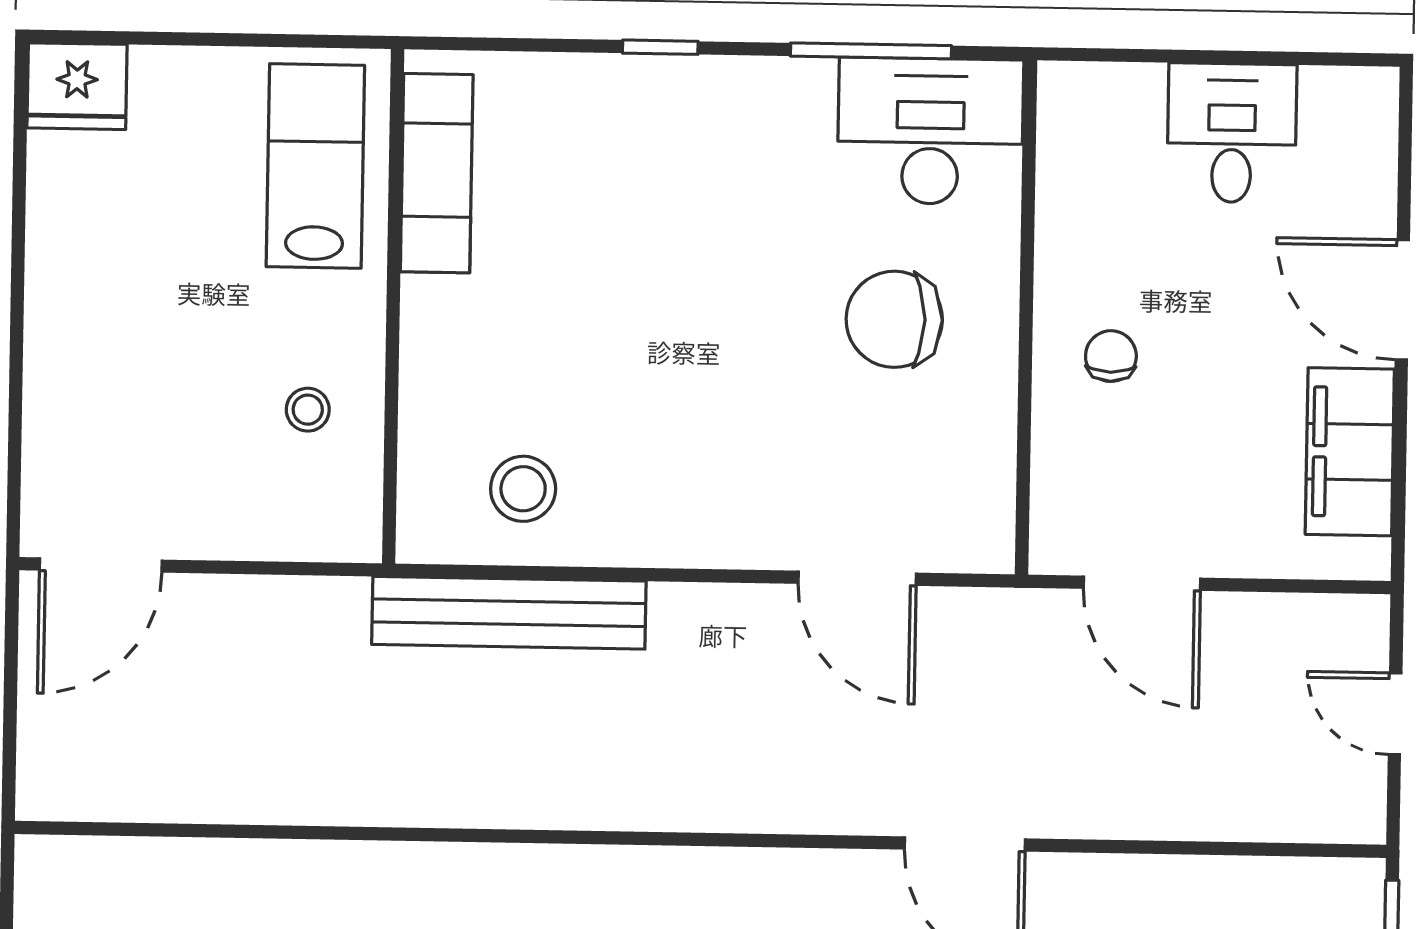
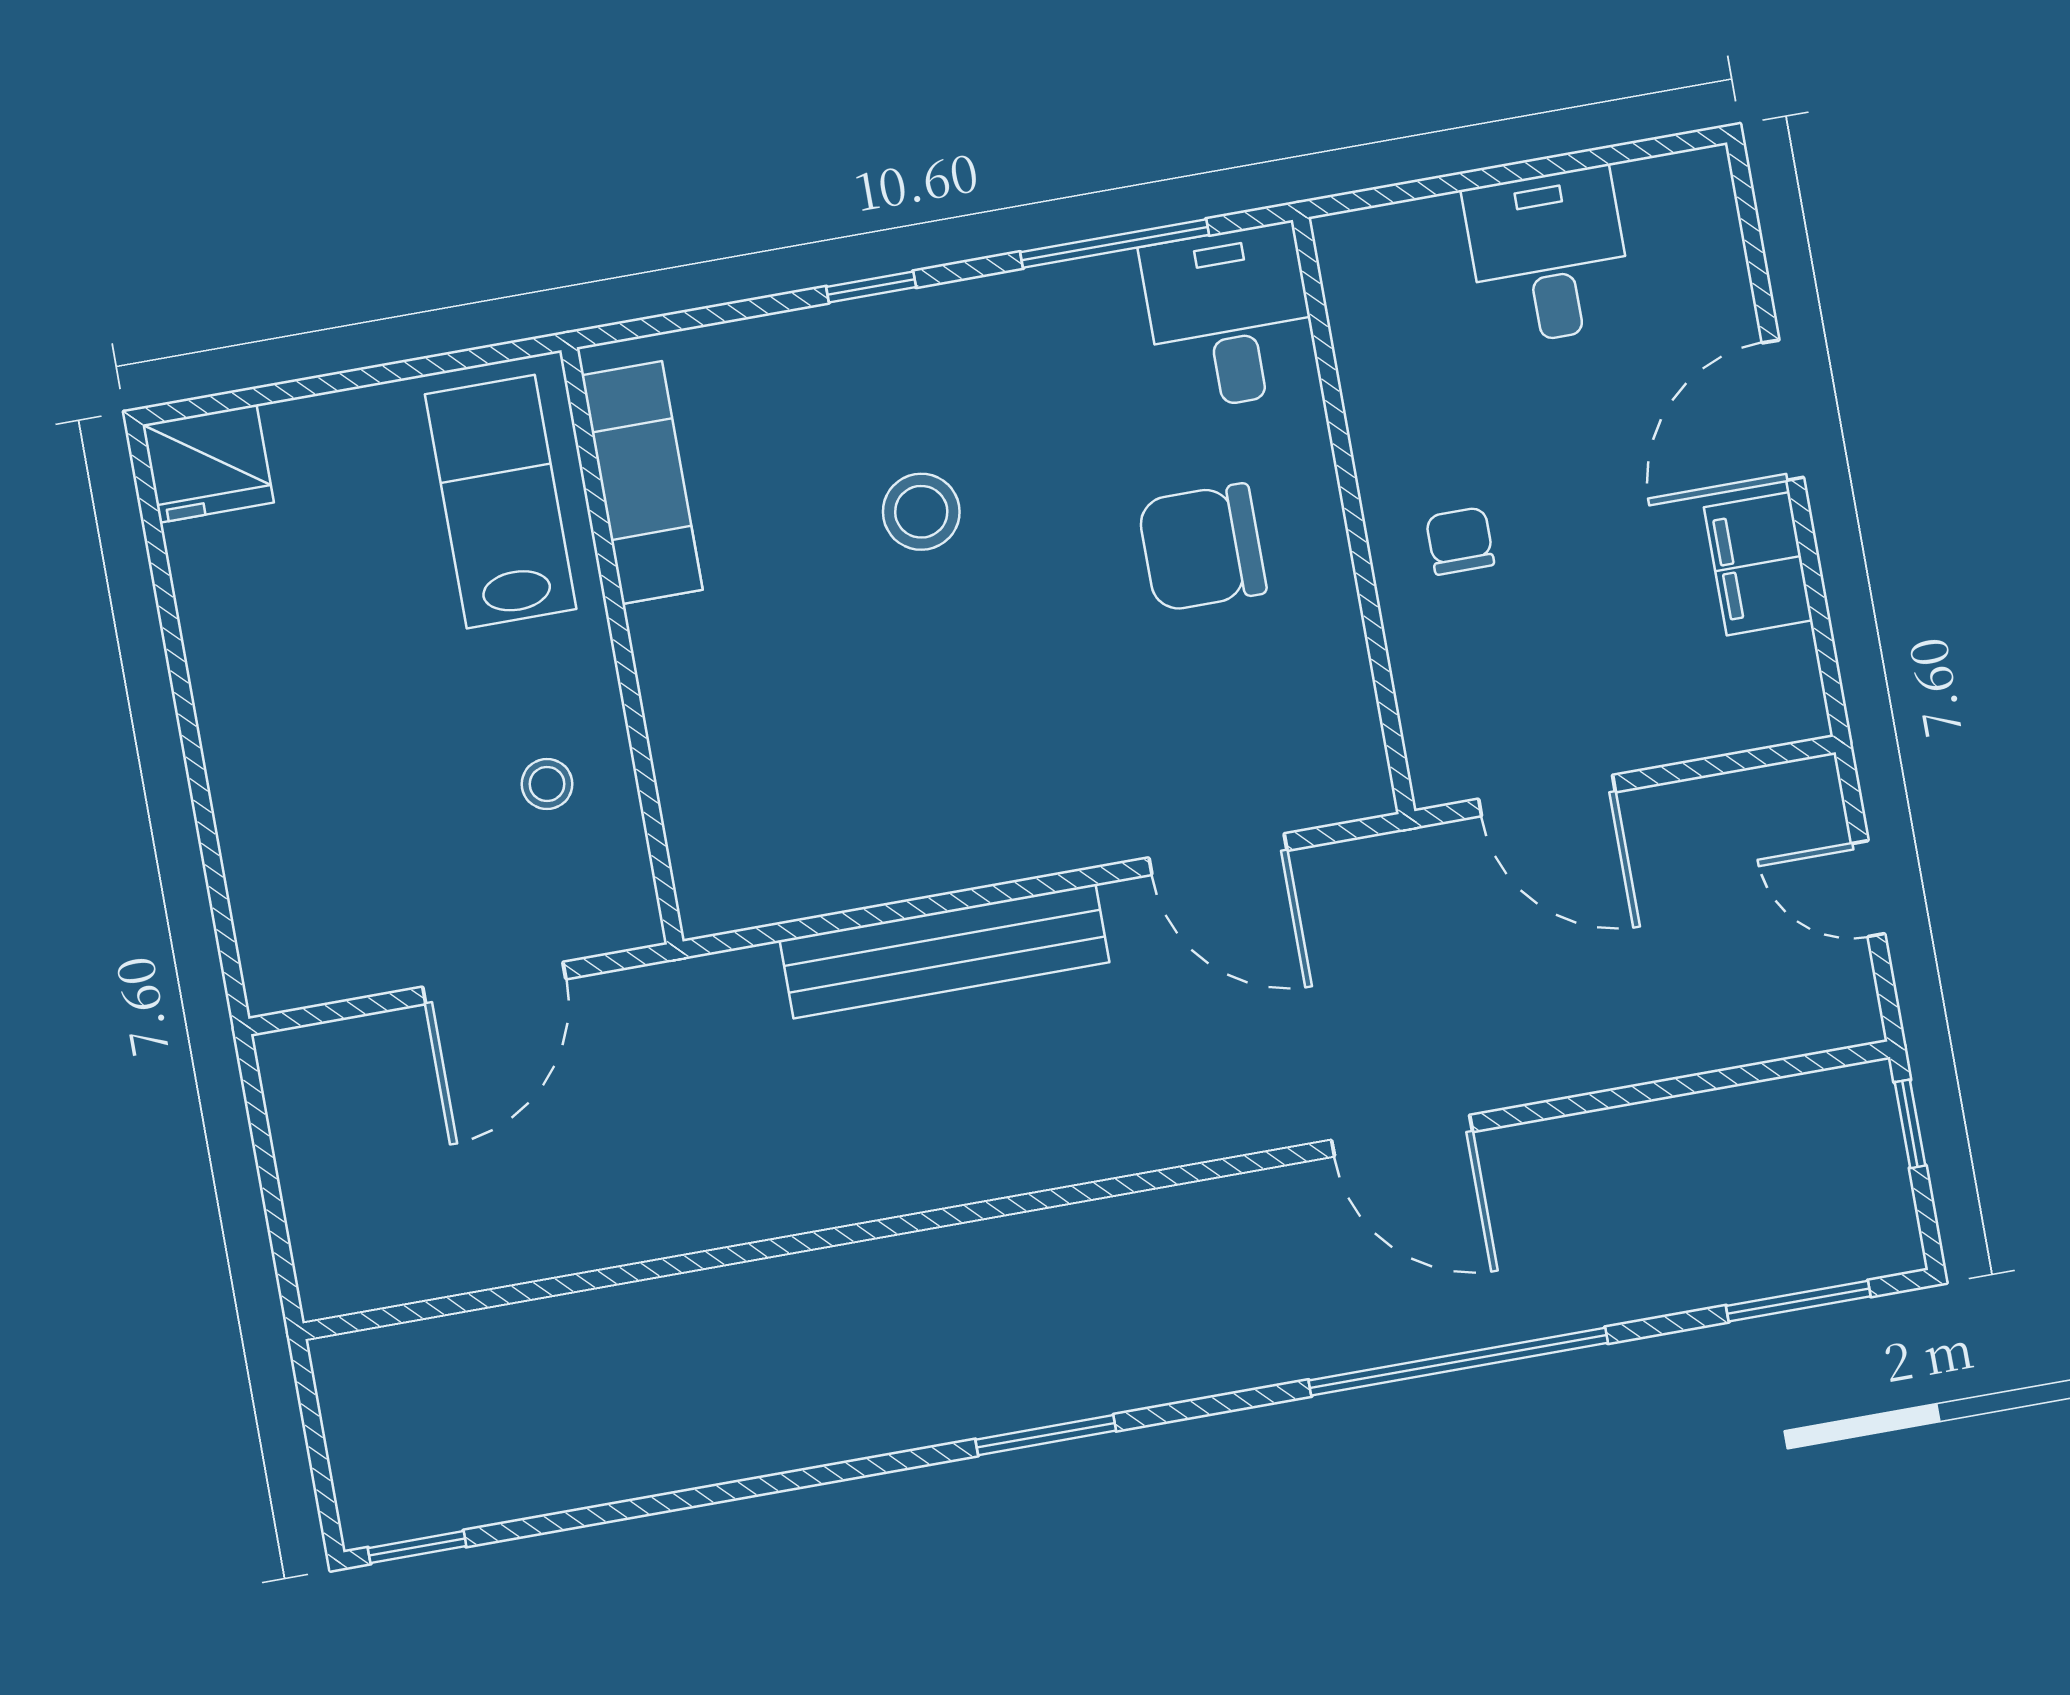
desk: (930, 131) -> (1230, 317), width x0.73
door: (1402, 300) -> (1783, 410), hinge flipped
filing cabinet: (1350, 452) -> (1758, 564), width x0.67, depth x0.86
stool: (523, 489) -> (921, 512), moved
door: (101, 565) -> (494, 983), moved
bench: (509, 613) -> (944, 951), moved

